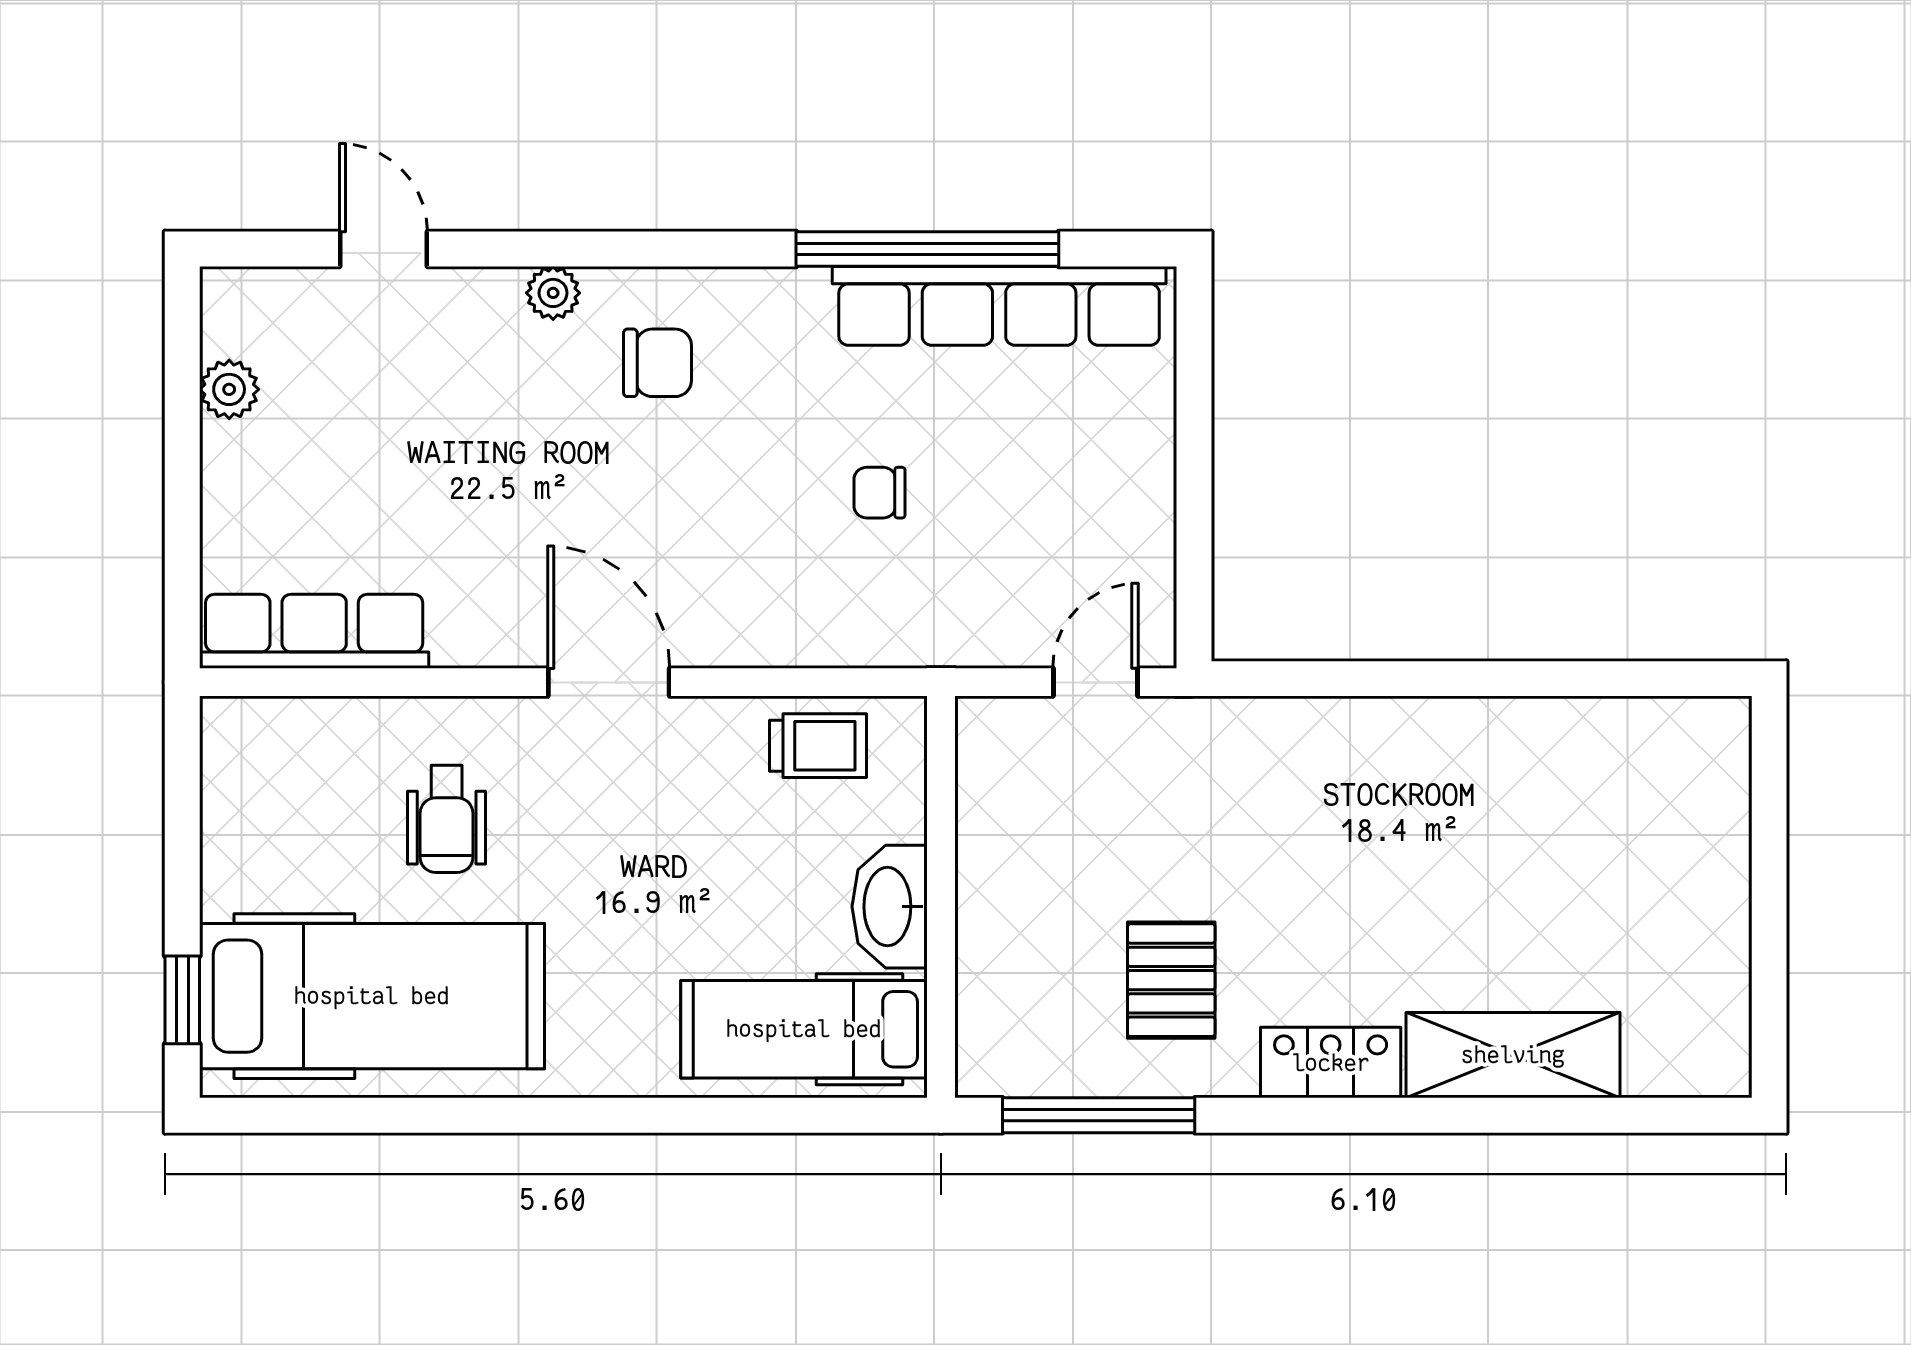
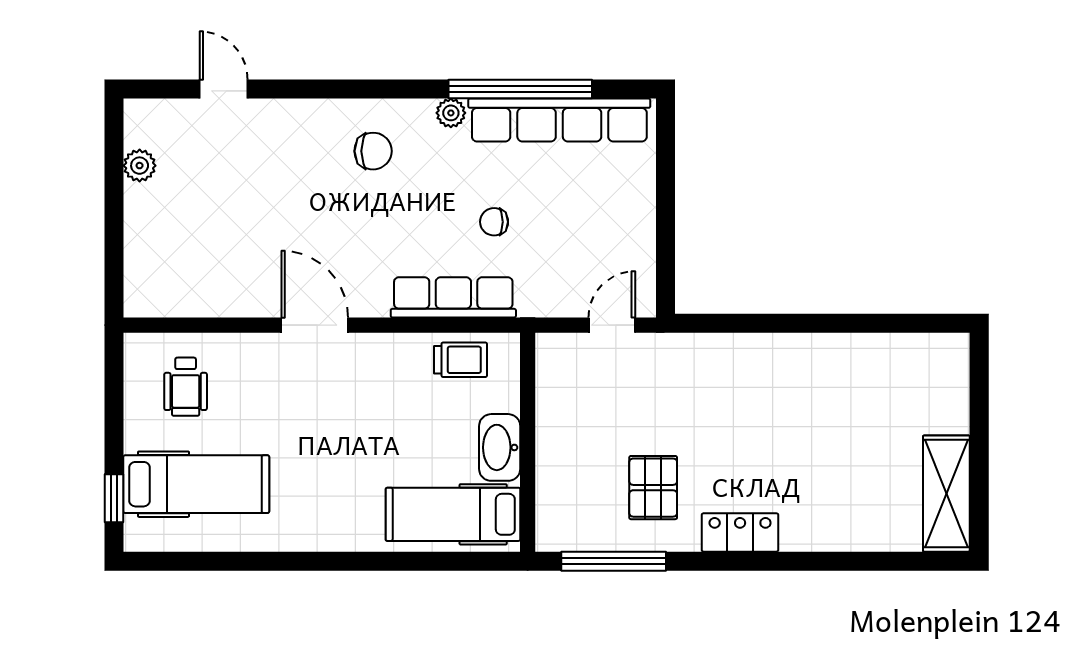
plant: (553, 293) -> (451, 113), moved
row of seats: (314, 631) -> (453, 297), moved
door: (609, 682) -> (315, 325), moved
wheelchair: (447, 819) -> (186, 387), moved
hospital bed: (372, 996) -> (196, 484), width x0.73, depth x0.78
shelving: (1513, 1055) -> (946, 494), moved, turned 90

